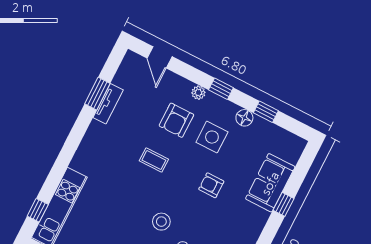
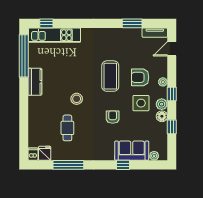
tv unit: (108, 104) -> (155, 33), moved
plant: (228, 110) -> (162, 104), added
plant: (293, 156) -> (154, 156), added
coffee table: (154, 160) -> (110, 76), width x1.86, depth x1.72

